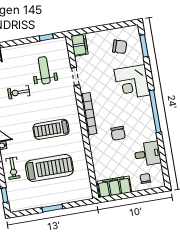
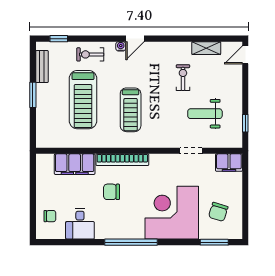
weight bench: (44, 70) -> (205, 114), turned 180
corner desk: (132, 82) -> (172, 213), width x1.36, depth x1.36
bookcase: (89, 114) -> (122, 160), moved
treadmill: (51, 129) -> (131, 110), turned 180
filing cabinet: (114, 187) -> (75, 164), moved, turned 90
bench: (29, 205) -> (42, 67), added

